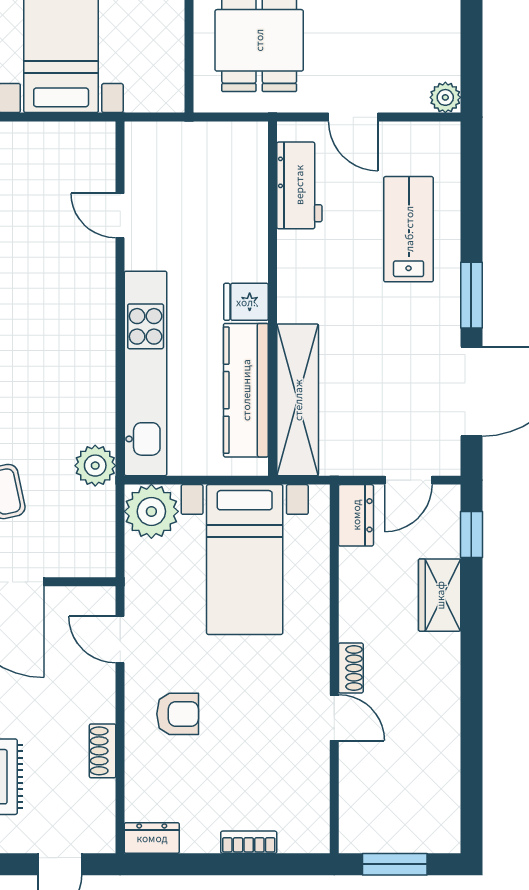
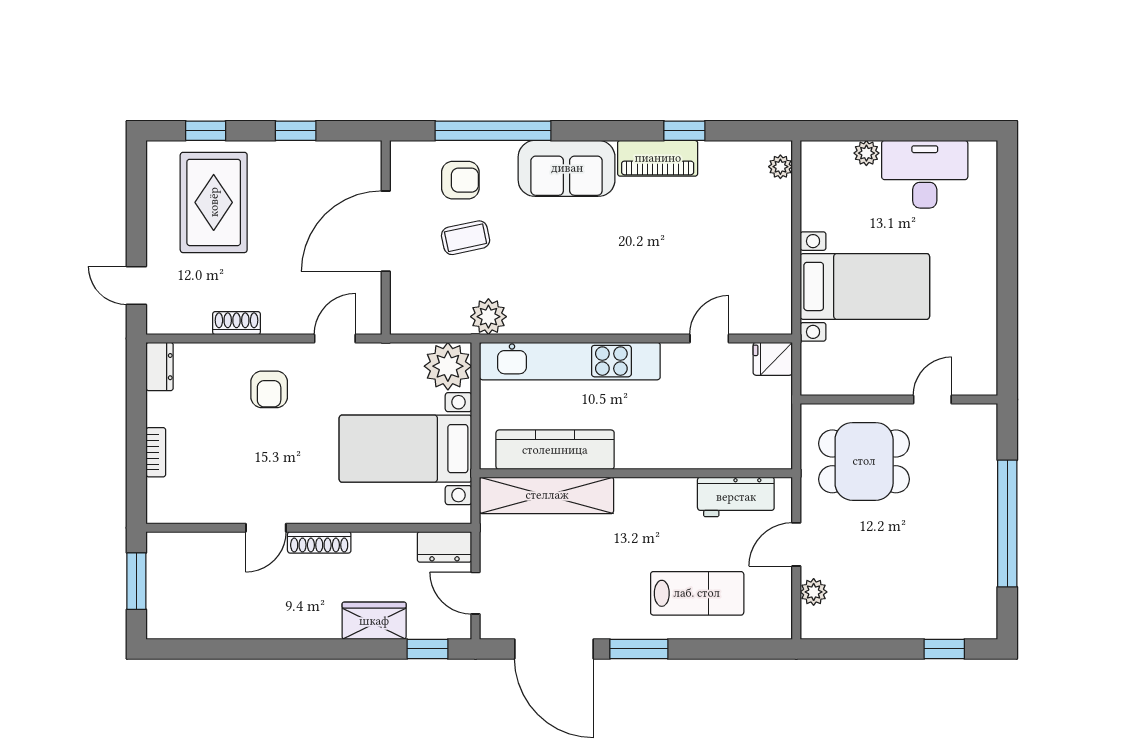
plant: (445, 97) -> (814, 592), moved
fridge: (246, 302) -> (773, 359), moved, turned -90
shoe rack: (351, 668) -> (319, 542), width x1.43

